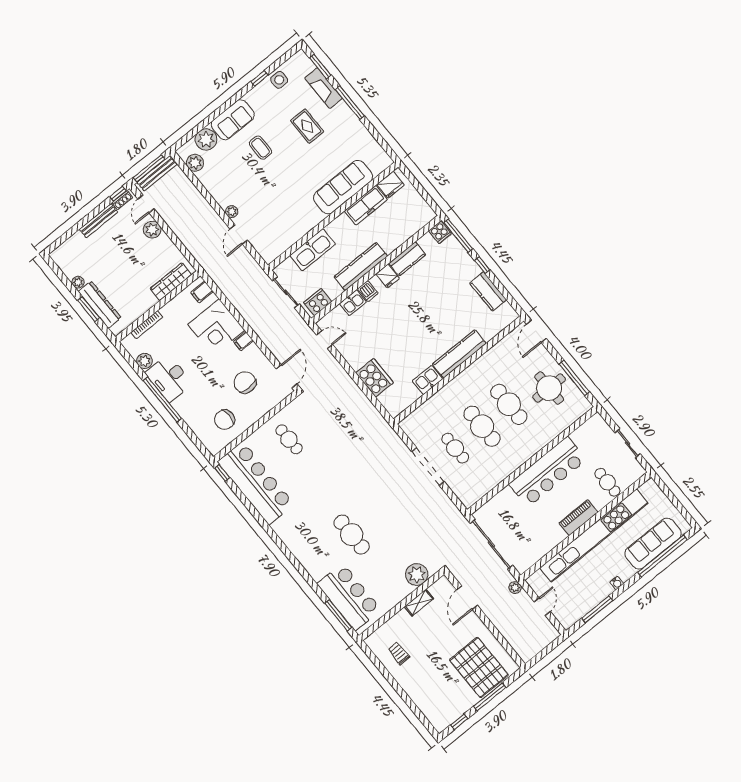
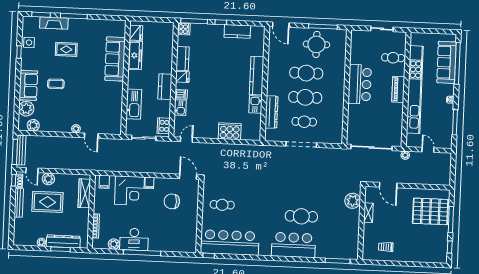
rug: (127, 250) -> (47, 202), added
kitchen counter: (361, 267) -> (165, 87), width x0.67
dresser: (434, 404) -> (271, 112), added
chair: (225, 420) -> (182, 229), removed
bar counter: (548, 472) -> (360, 84), width x0.73
bar counter: (349, 597) -> (293, 245), moved

